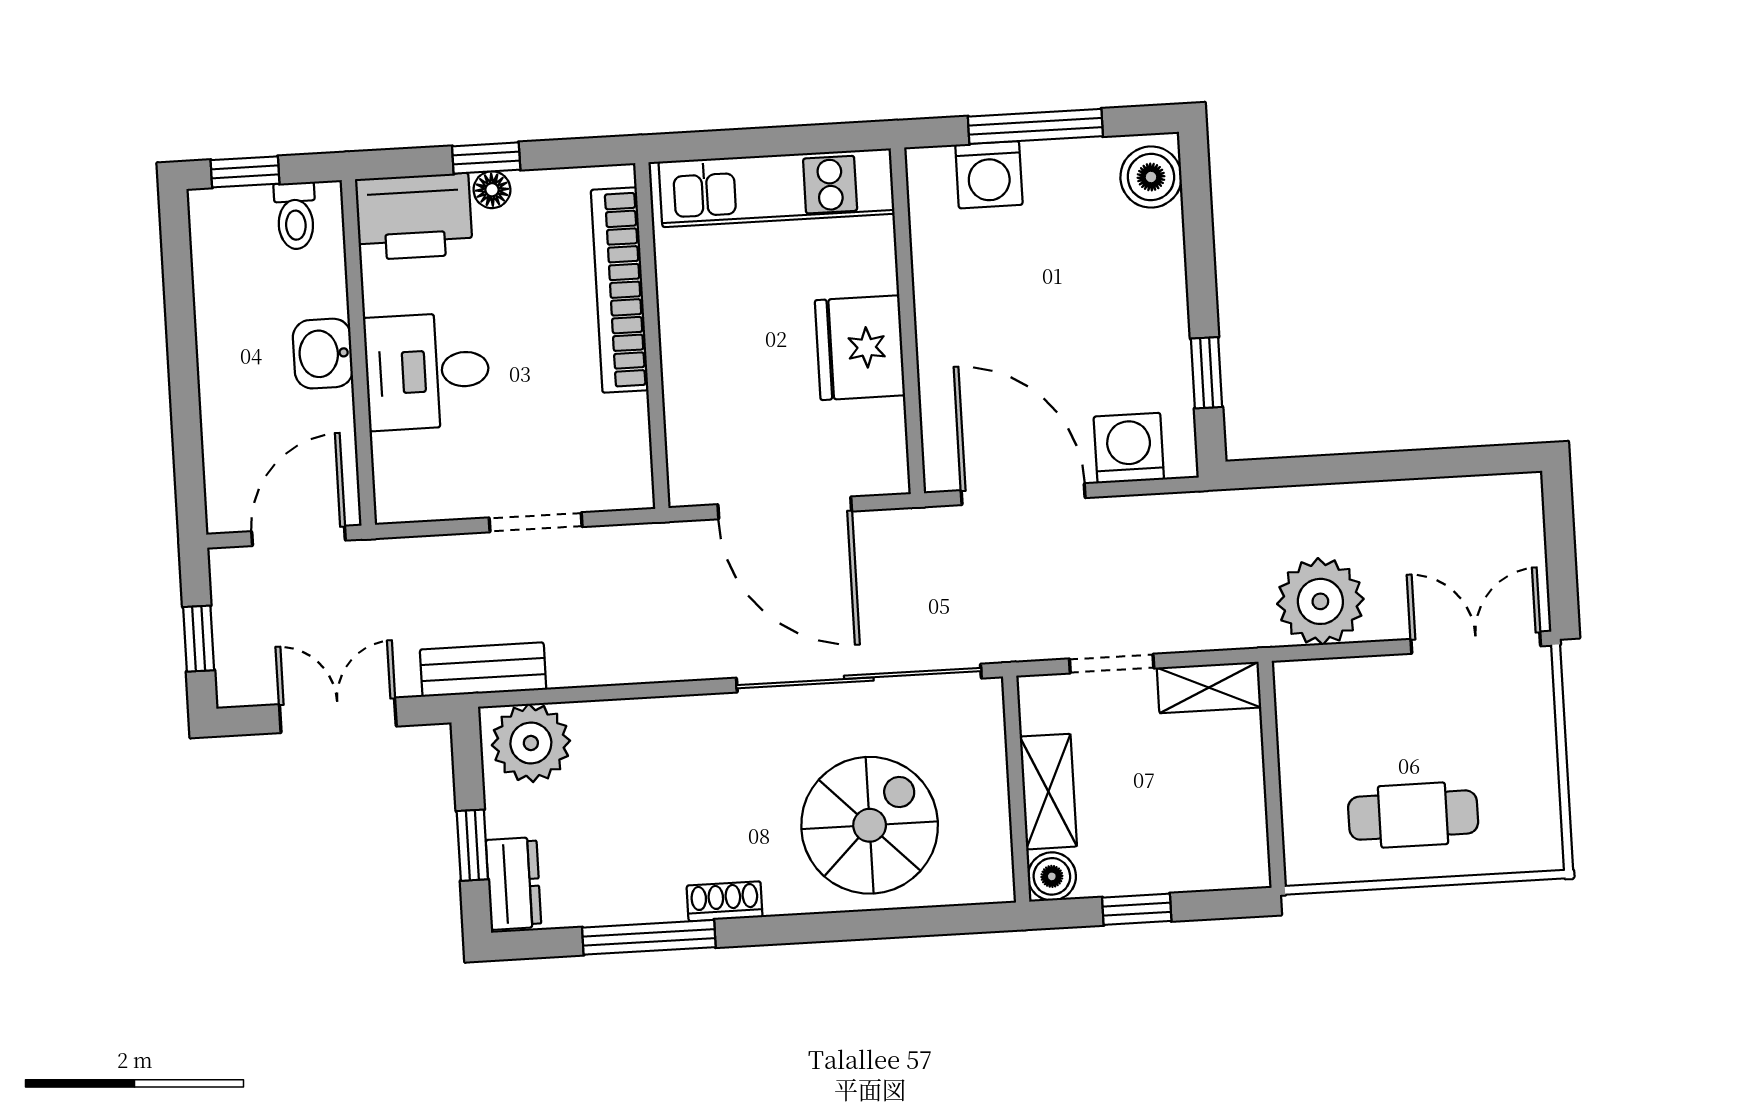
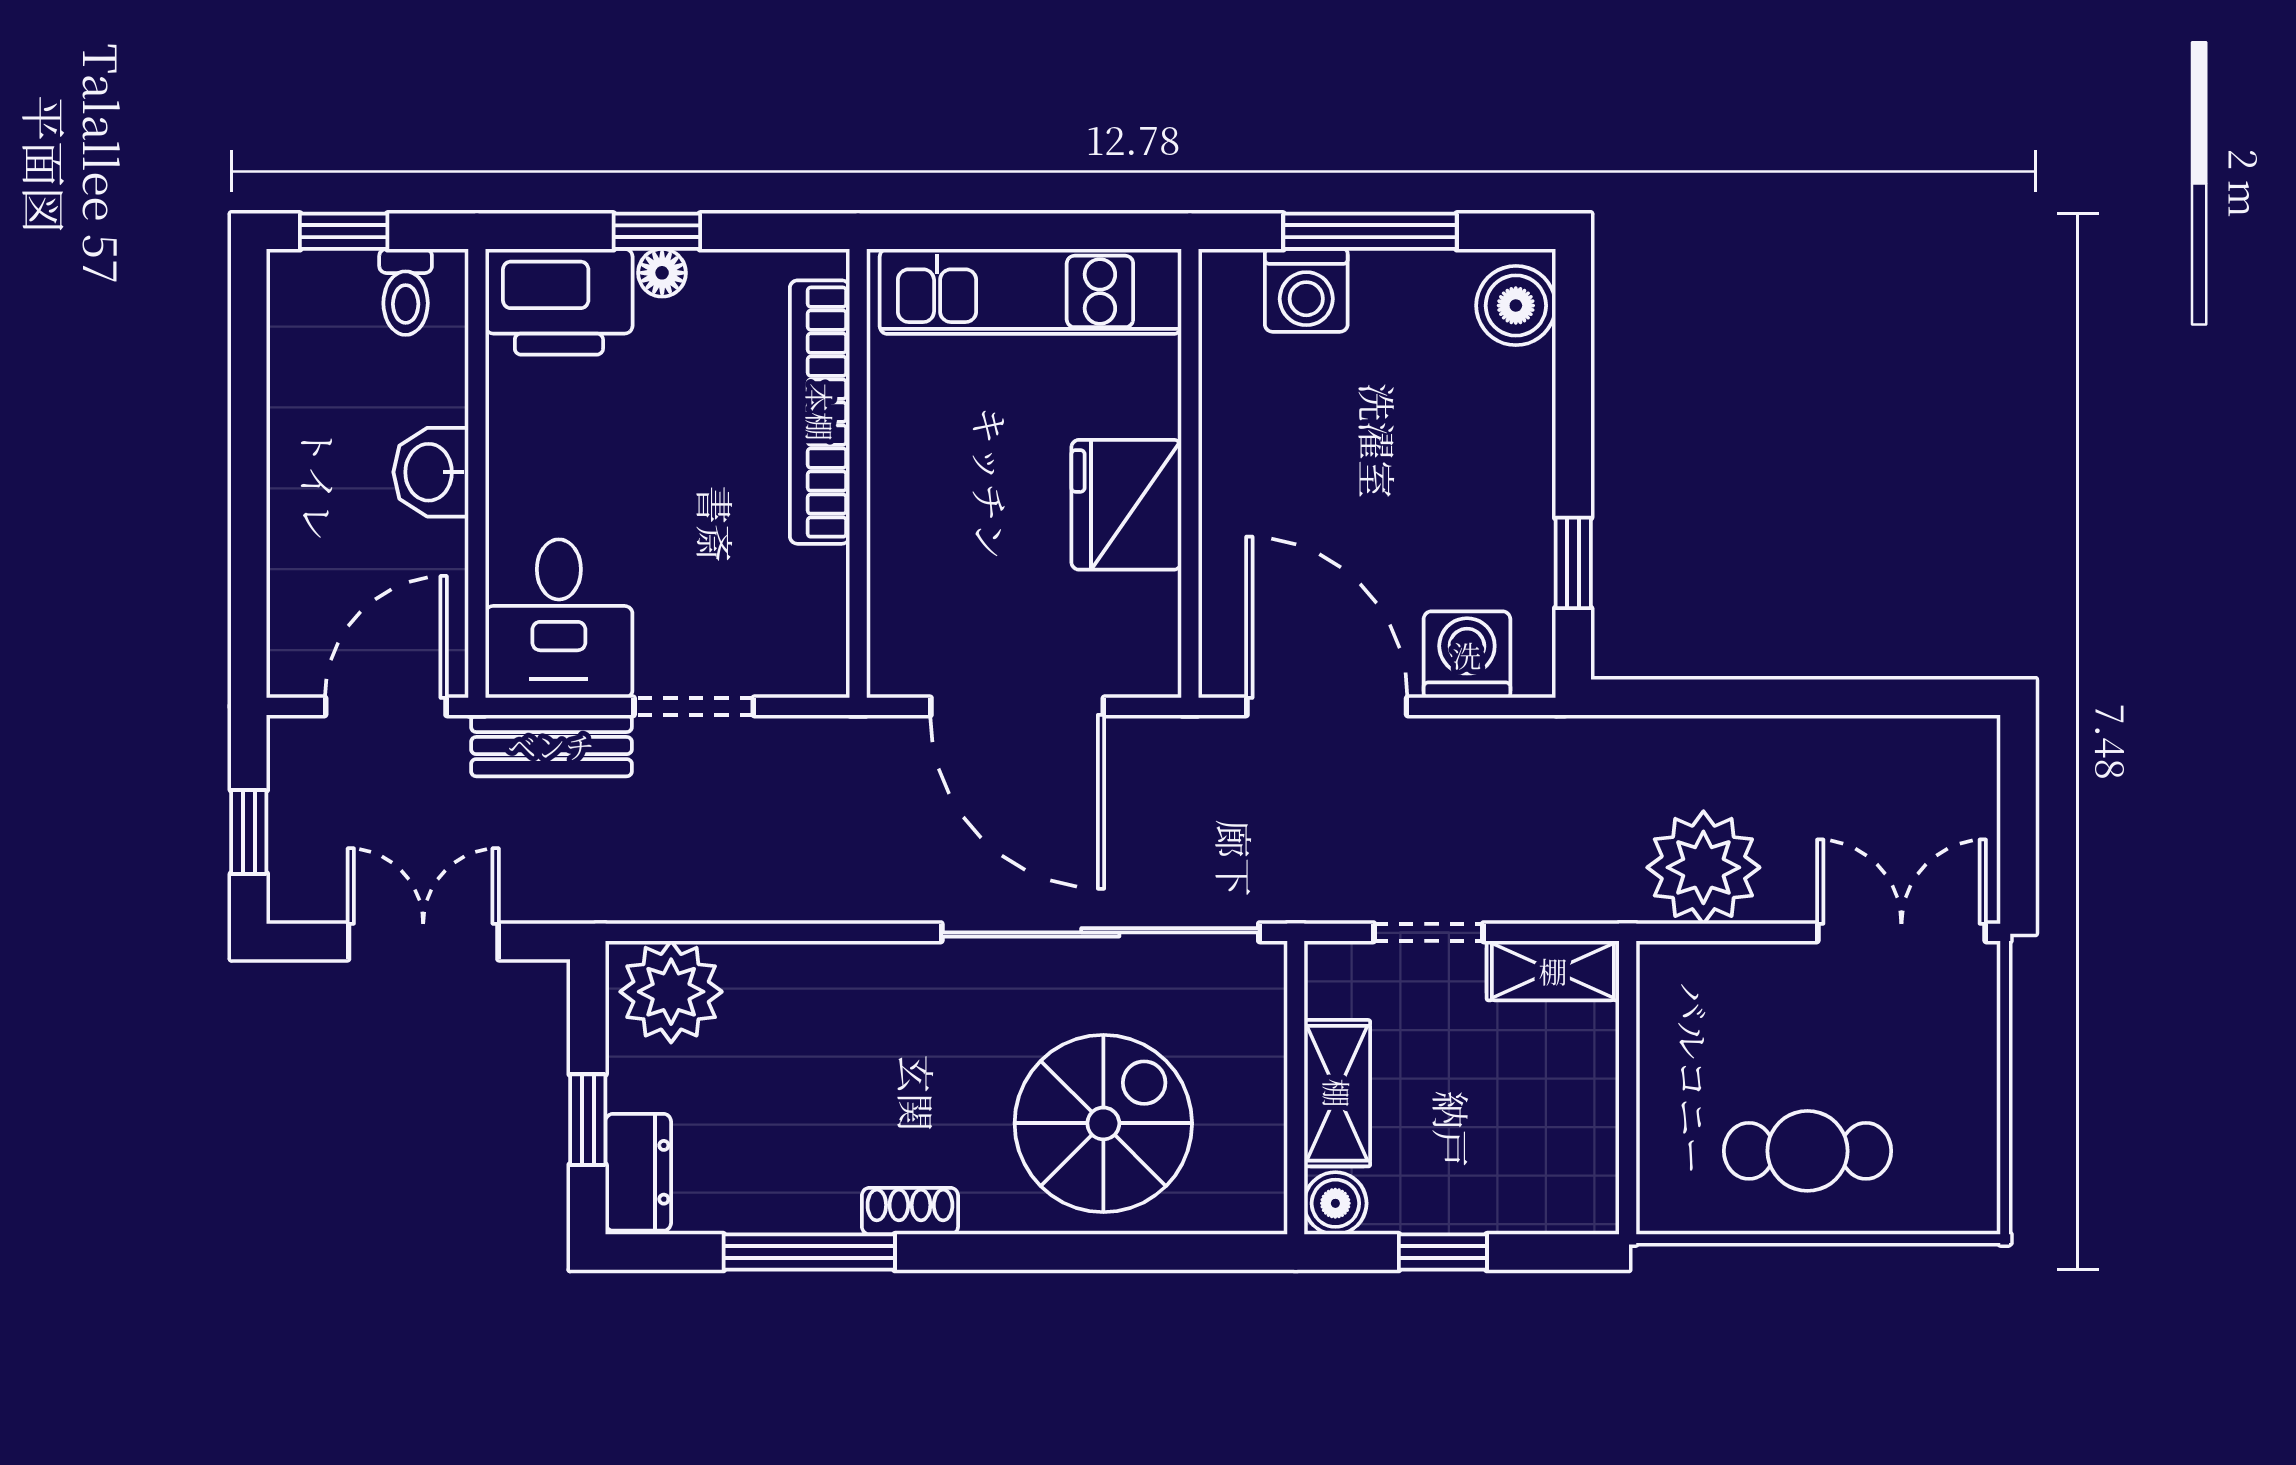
desk: (427, 371) -> (559, 619), moved, turned -90
bench: (483, 670) -> (551, 746), moved

